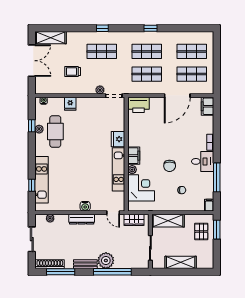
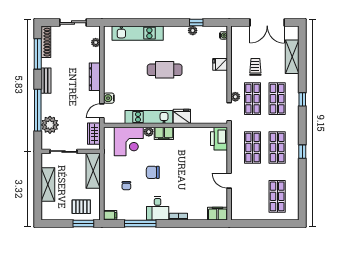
shelving: (51, 38) -> (292, 57), moved
shop shelf: (192, 74) -> (252, 99), moved
door: (177, 96) -> (229, 181), width x0.53
cafe table: (55, 131) -> (165, 70), moved
window: (32, 185) -> (132, 23), removed
water cooler: (85, 206) -> (109, 98), moved
plant: (106, 260) -> (50, 125), moved

